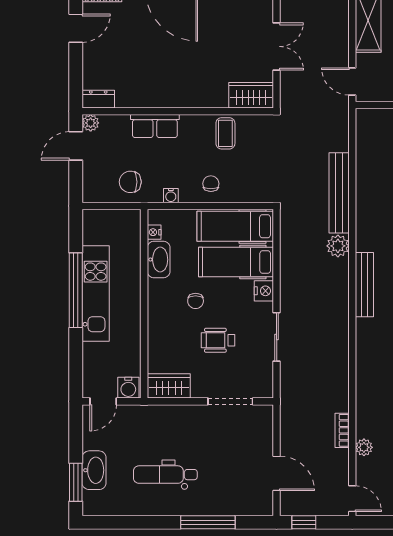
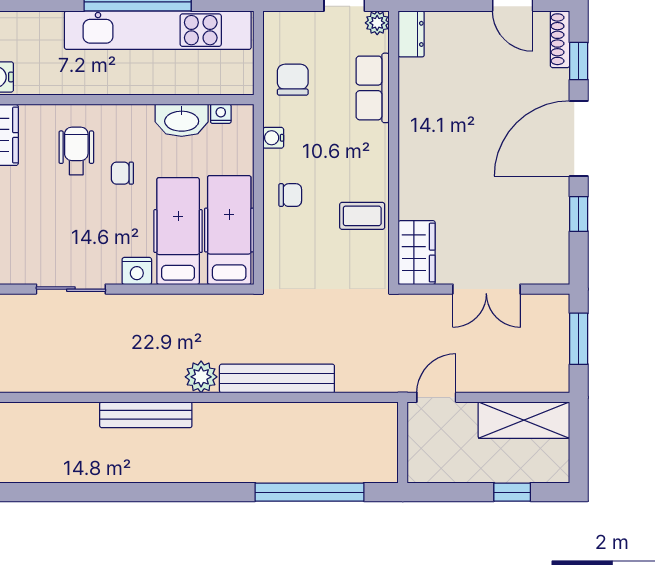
row of seats: (155, 126) -> (373, 88), moved
kitchen unit: (96, 294) -> (158, 30), width x1.36
wheelchair: (218, 340) -> (76, 151), moved

